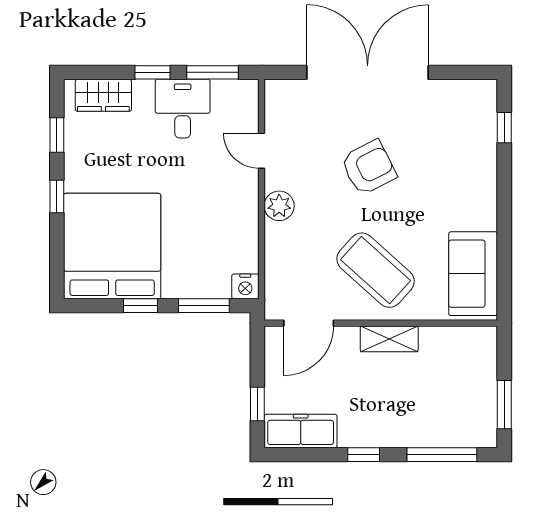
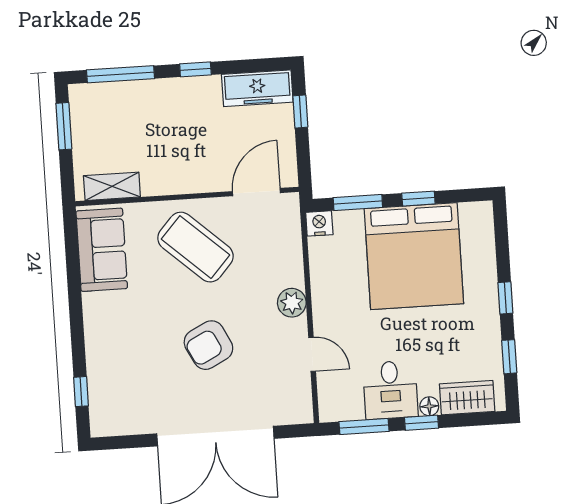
floor lamp: (143, 89) -> (429, 406), added
bed: (112, 246) -> (414, 256), moved
shelving: (389, 339) -> (112, 186), moved

